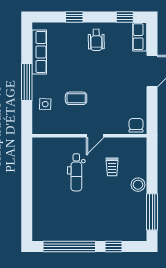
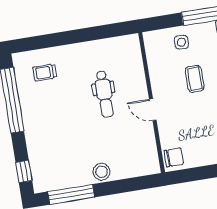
trolley: (112, 167) -> (45, 72), moved
dental chair: (76, 172) -> (104, 94), turned -90
window: (113, 247) -> (24, 171), moved

